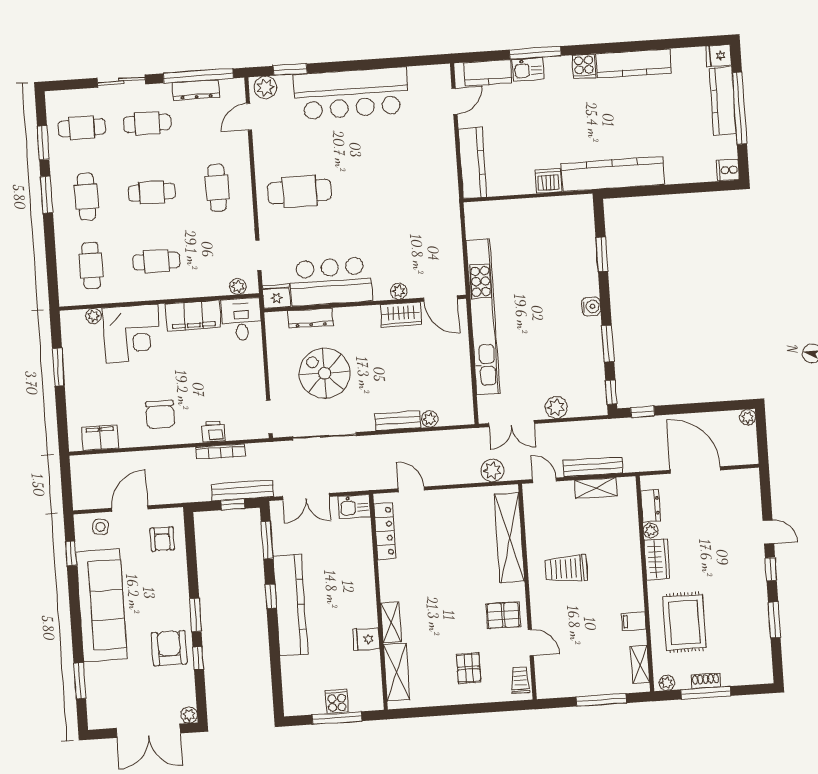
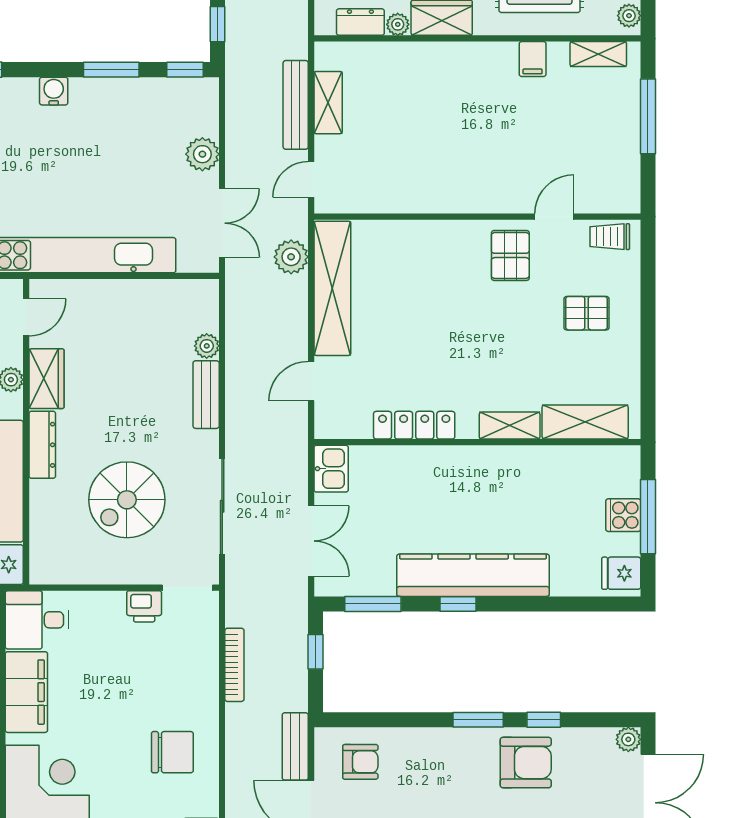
door: (441, 298) -> (26, 317), width x0.73
dresser: (311, 318) -> (42, 445), moved
printer: (213, 431) -> (144, 606), moved, turned -90
bench: (242, 490) -> (295, 746), moved, width x0.73
locker: (385, 531) -> (414, 425), moved
shelving: (510, 538) -> (332, 288), moved, turned 90
trolley: (566, 569) -> (447, 156), removed
fridge: (366, 639) -> (621, 573), moved, turned 90
armchair: (169, 648) -> (526, 763), turned 180

